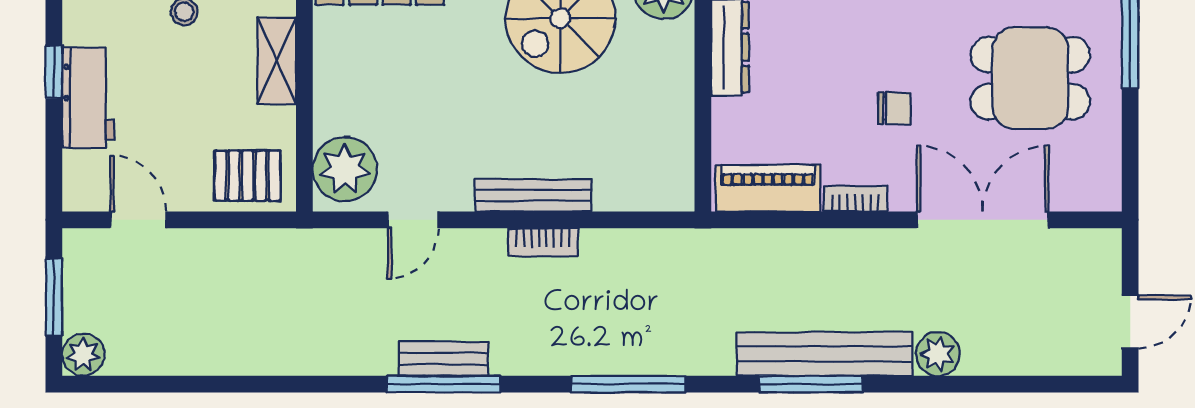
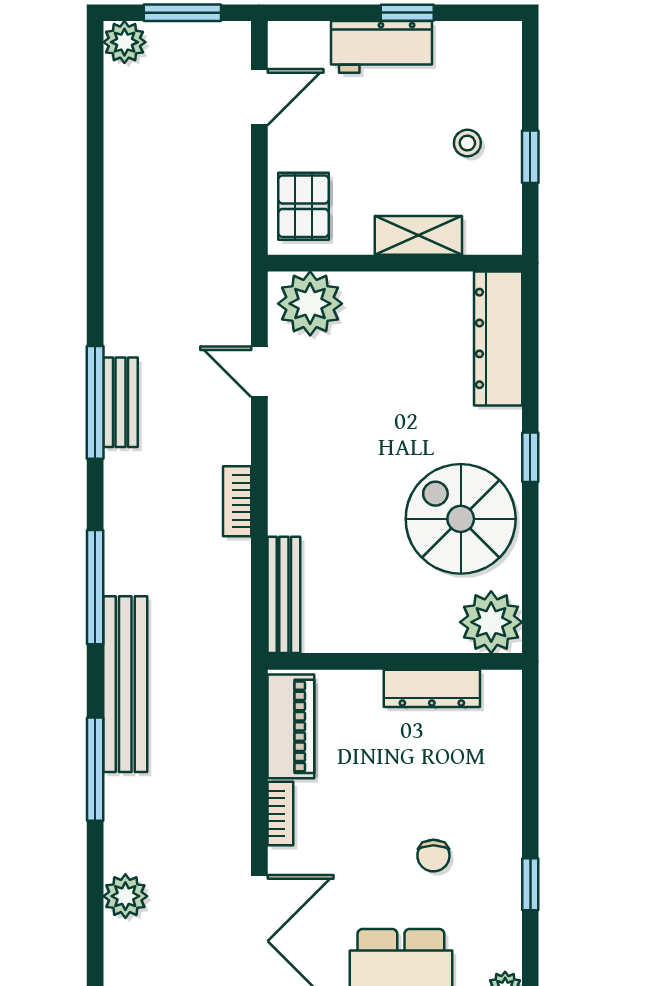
chair: (894, 108) -> (433, 856), moved
bench: (533, 195) -> (284, 595), moved
bench: (825, 354) -> (125, 684), moved

